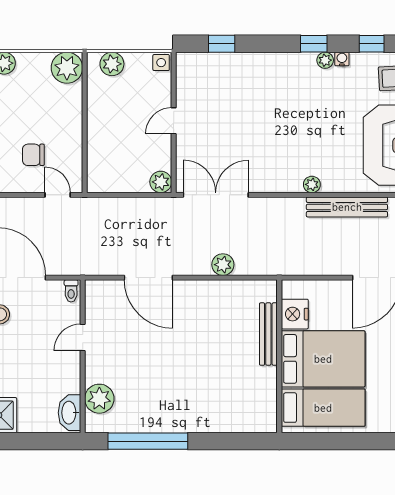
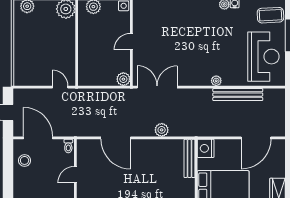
chair: (33, 155) -> (45, 62), removed
nightstand: (295, 314) -> (206, 148), moved
bench: (268, 334) -> (189, 158), moved

